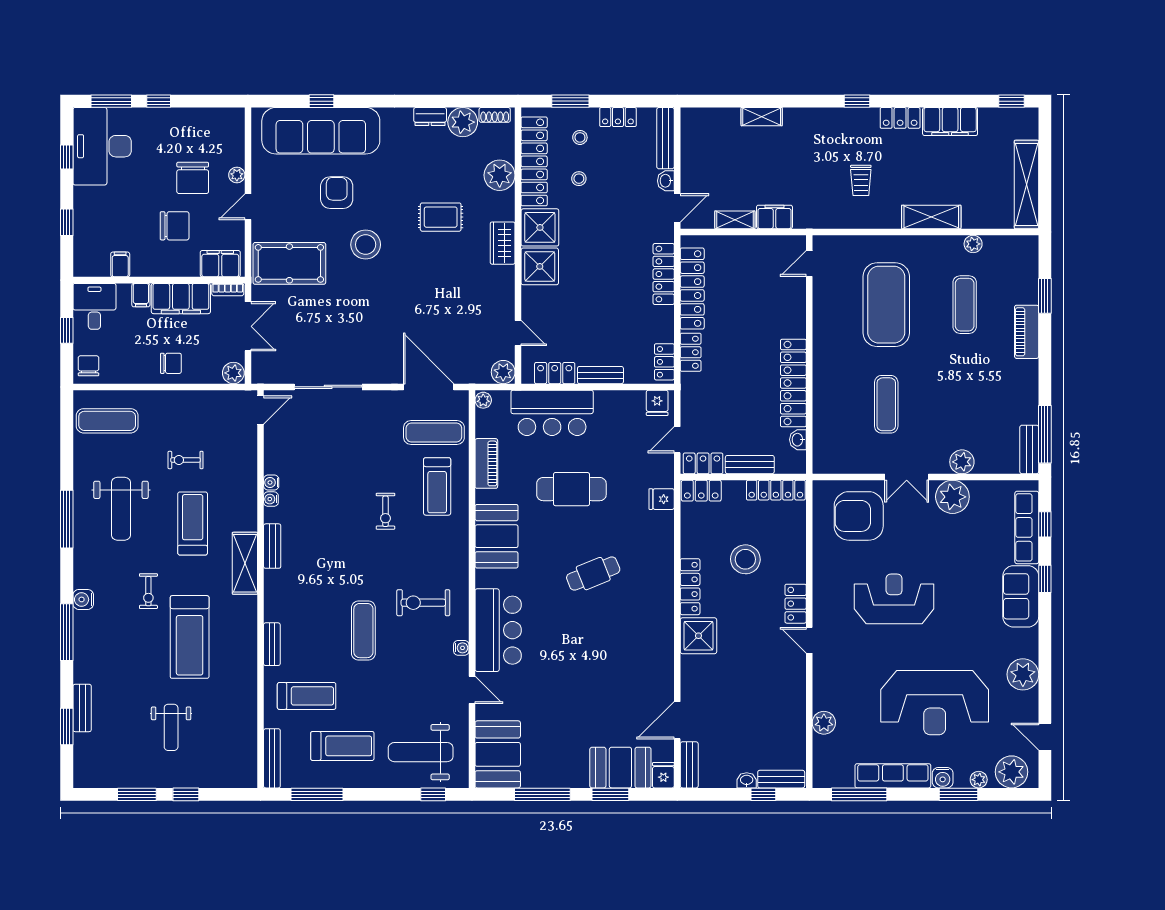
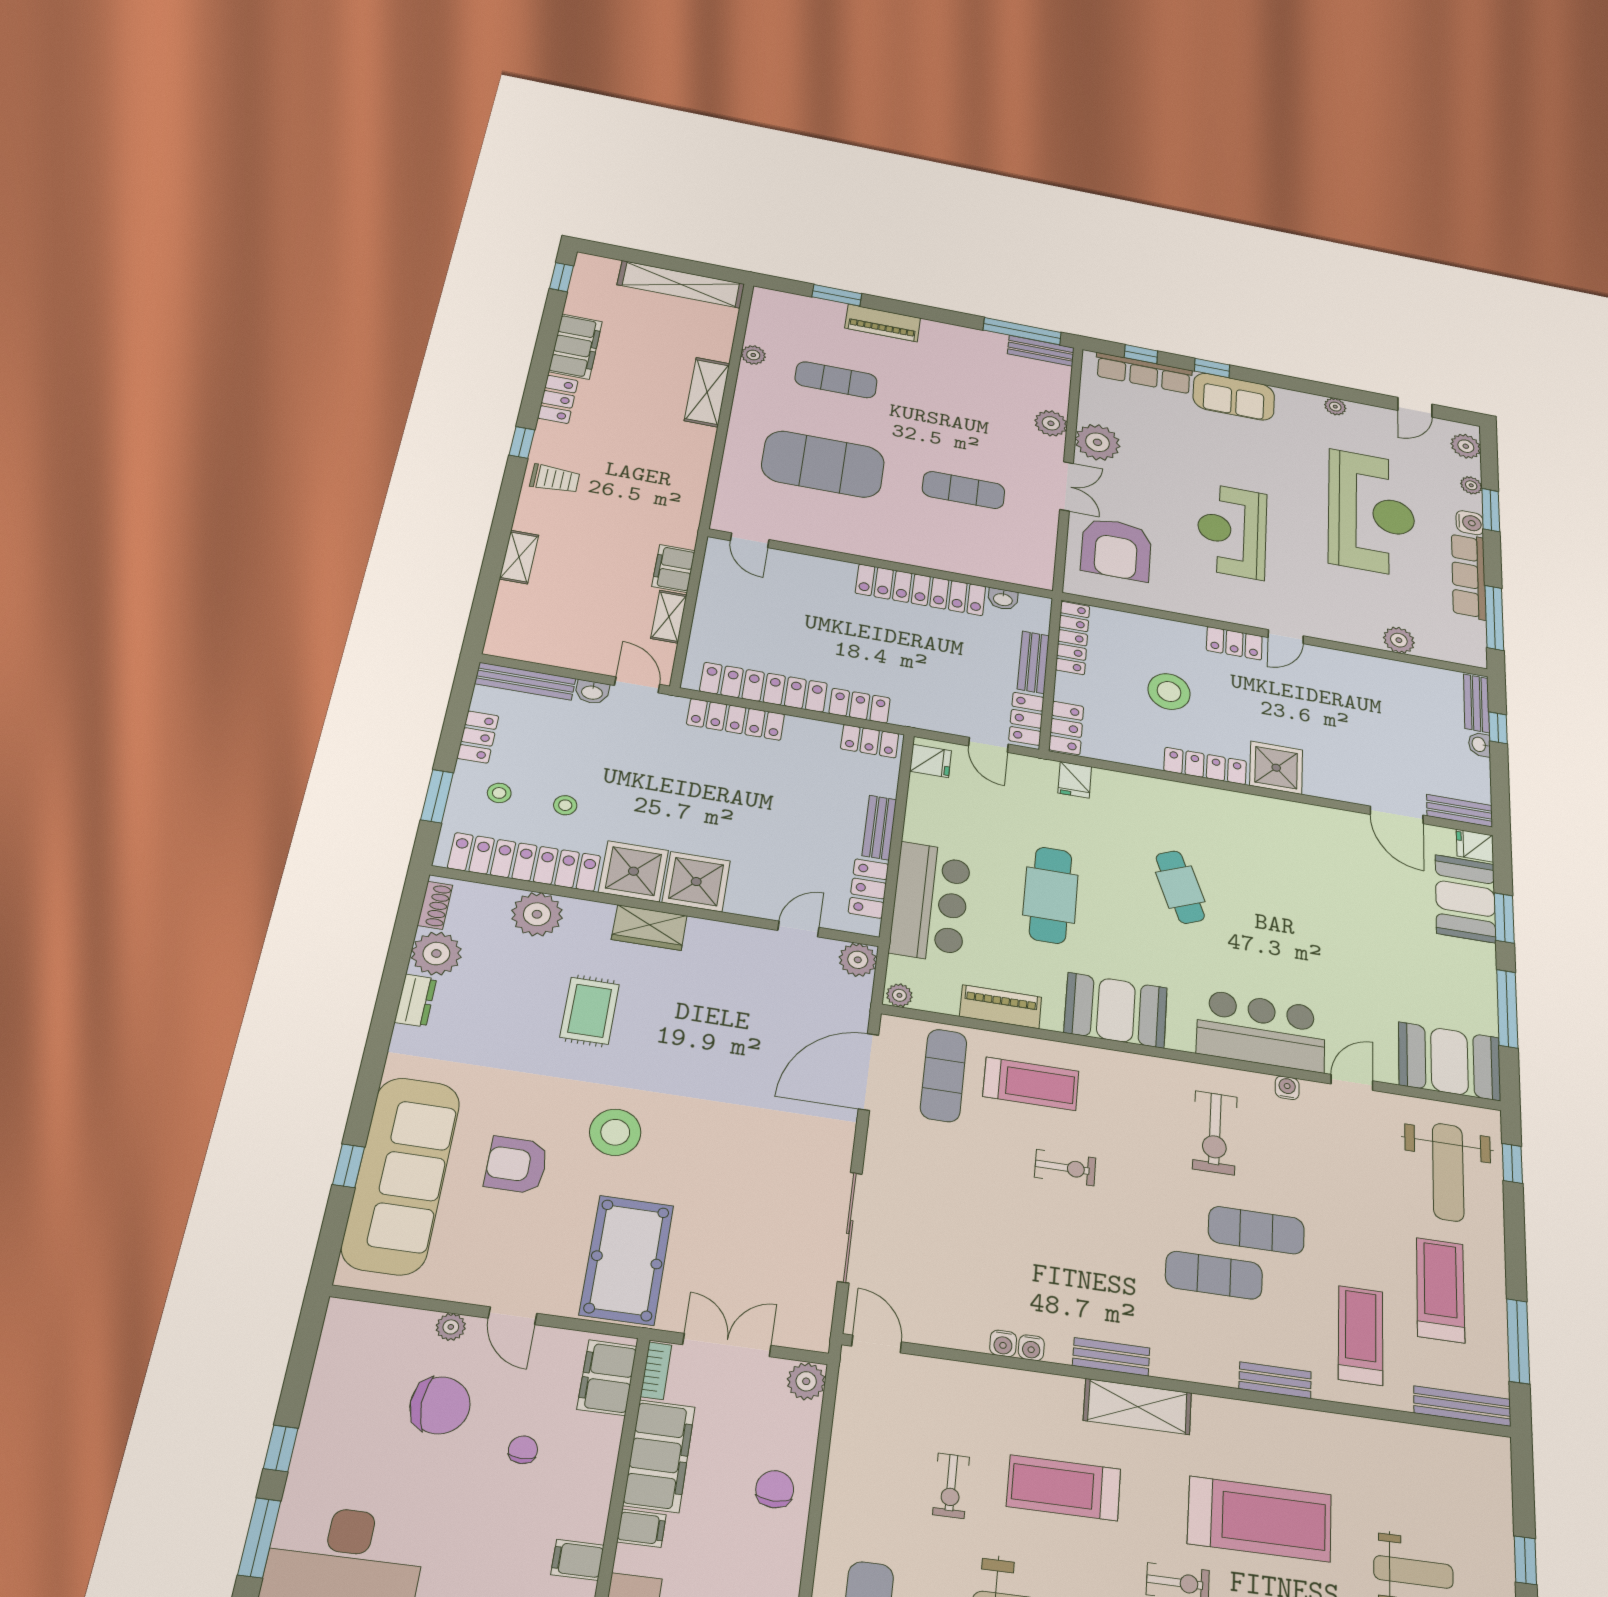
trolley: (861, 180) -> (555, 479), moved
chair: (175, 226) -> (523, 1450), width x0.54, depth x0.54
exercise mat: (331, 605) -> (1214, 1275), added
plant: (1023, 674) -> (1335, 407), width x0.53, depth x0.53
plant: (1012, 772) -> (1466, 446), width x0.73, depth x0.73

